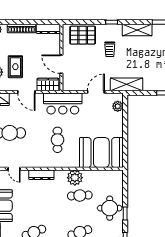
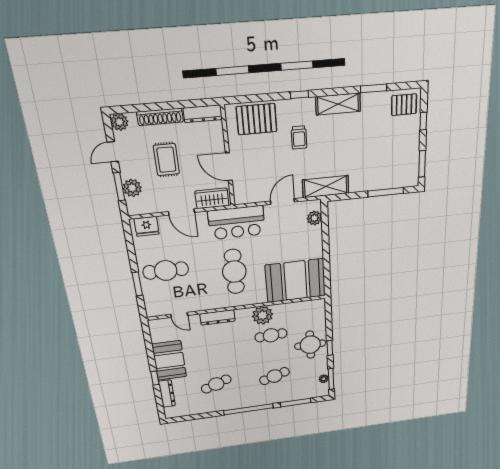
rug: (15, 67) -> (166, 160), moved
cafe table: (57, 140) -> (234, 272), width x1.37, depth x1.35

